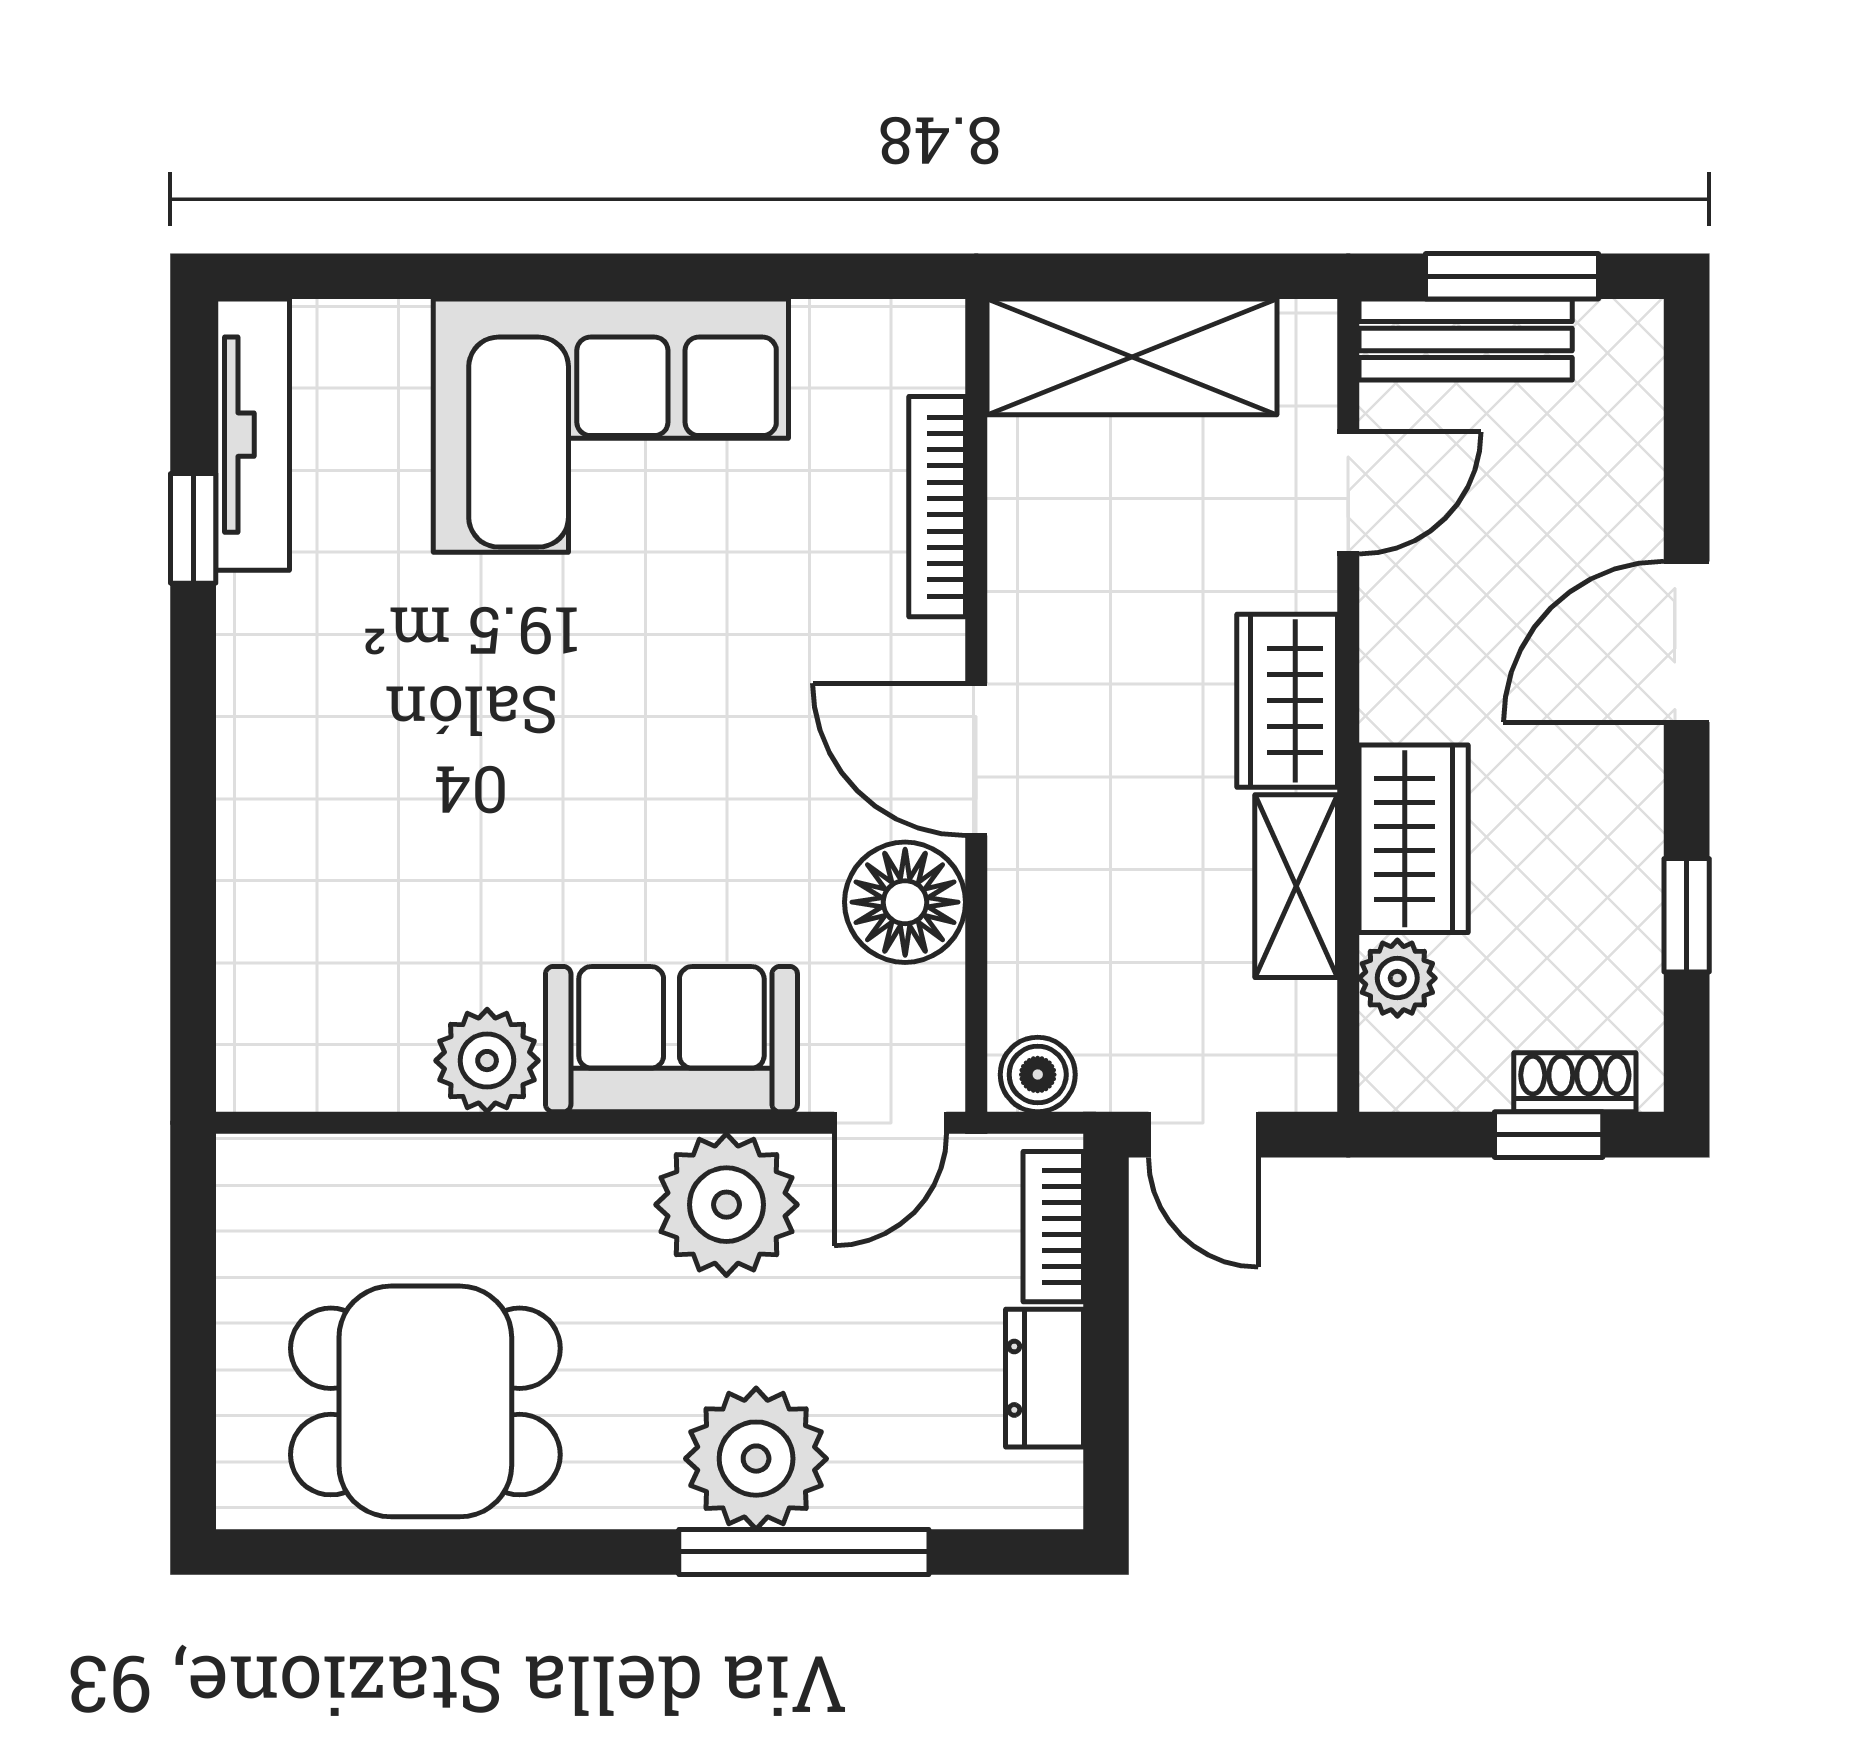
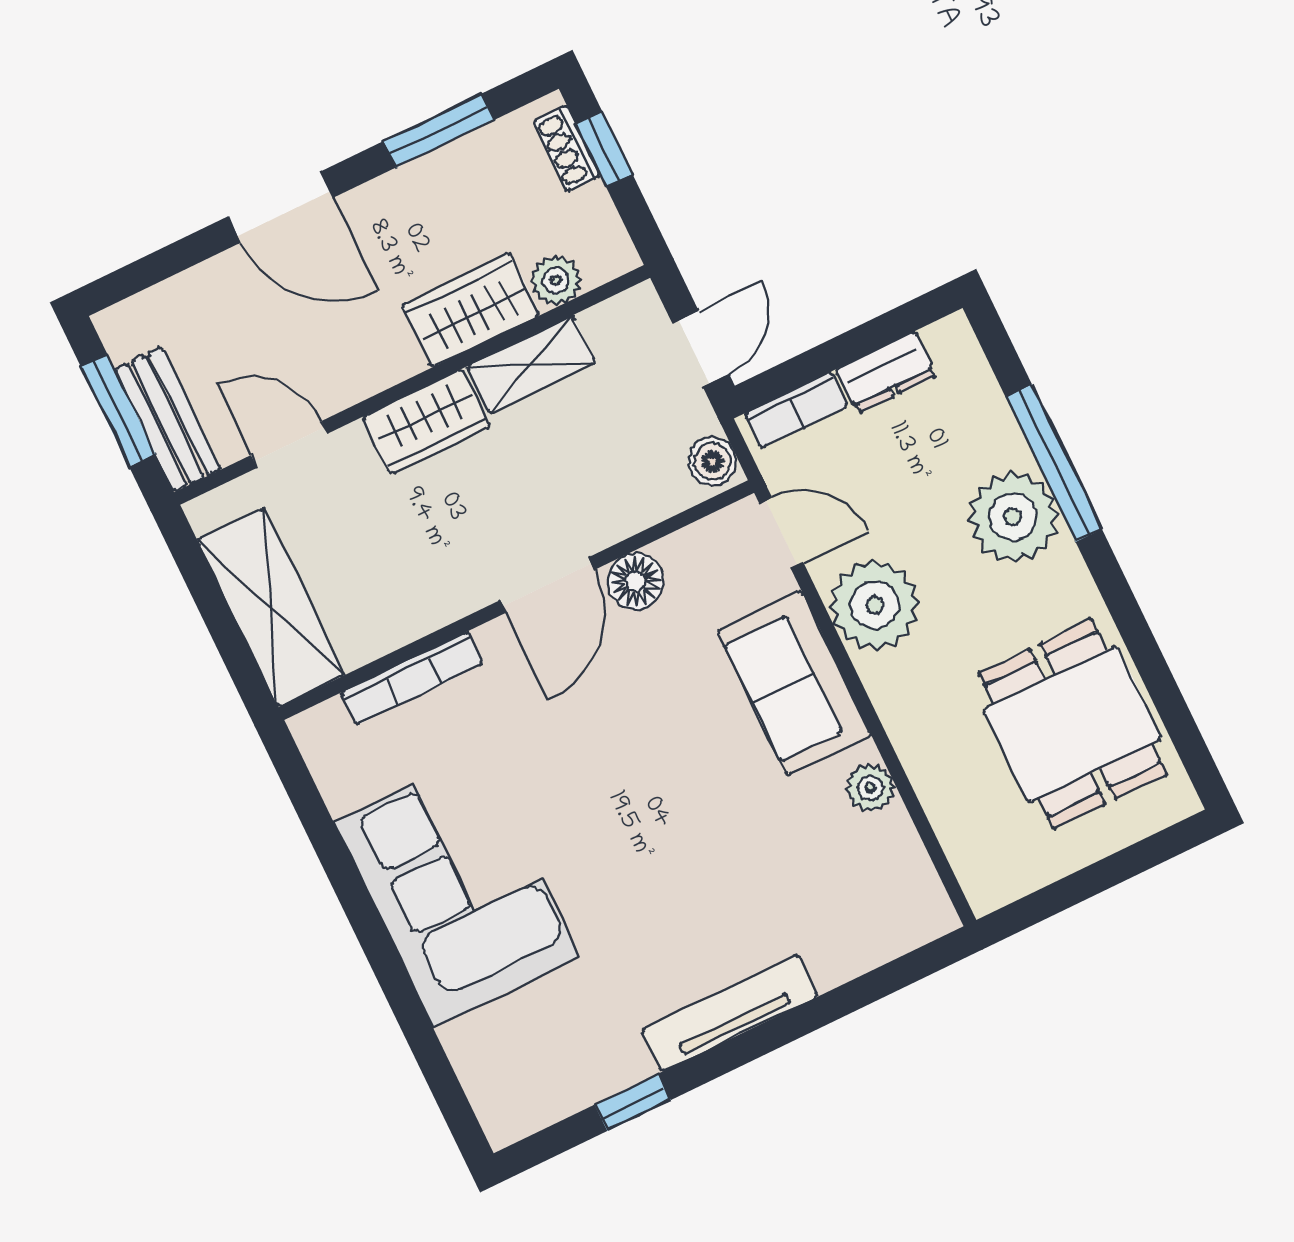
tv unit: (253, 435) -> (730, 1013), moved
floor lamp: (905, 902) -> (636, 581), width x0.73, depth x0.73
window: (1687, 915) -> (439, 131), width x1.50
plant: (487, 1061) -> (870, 788), width x0.73, depth x0.73

